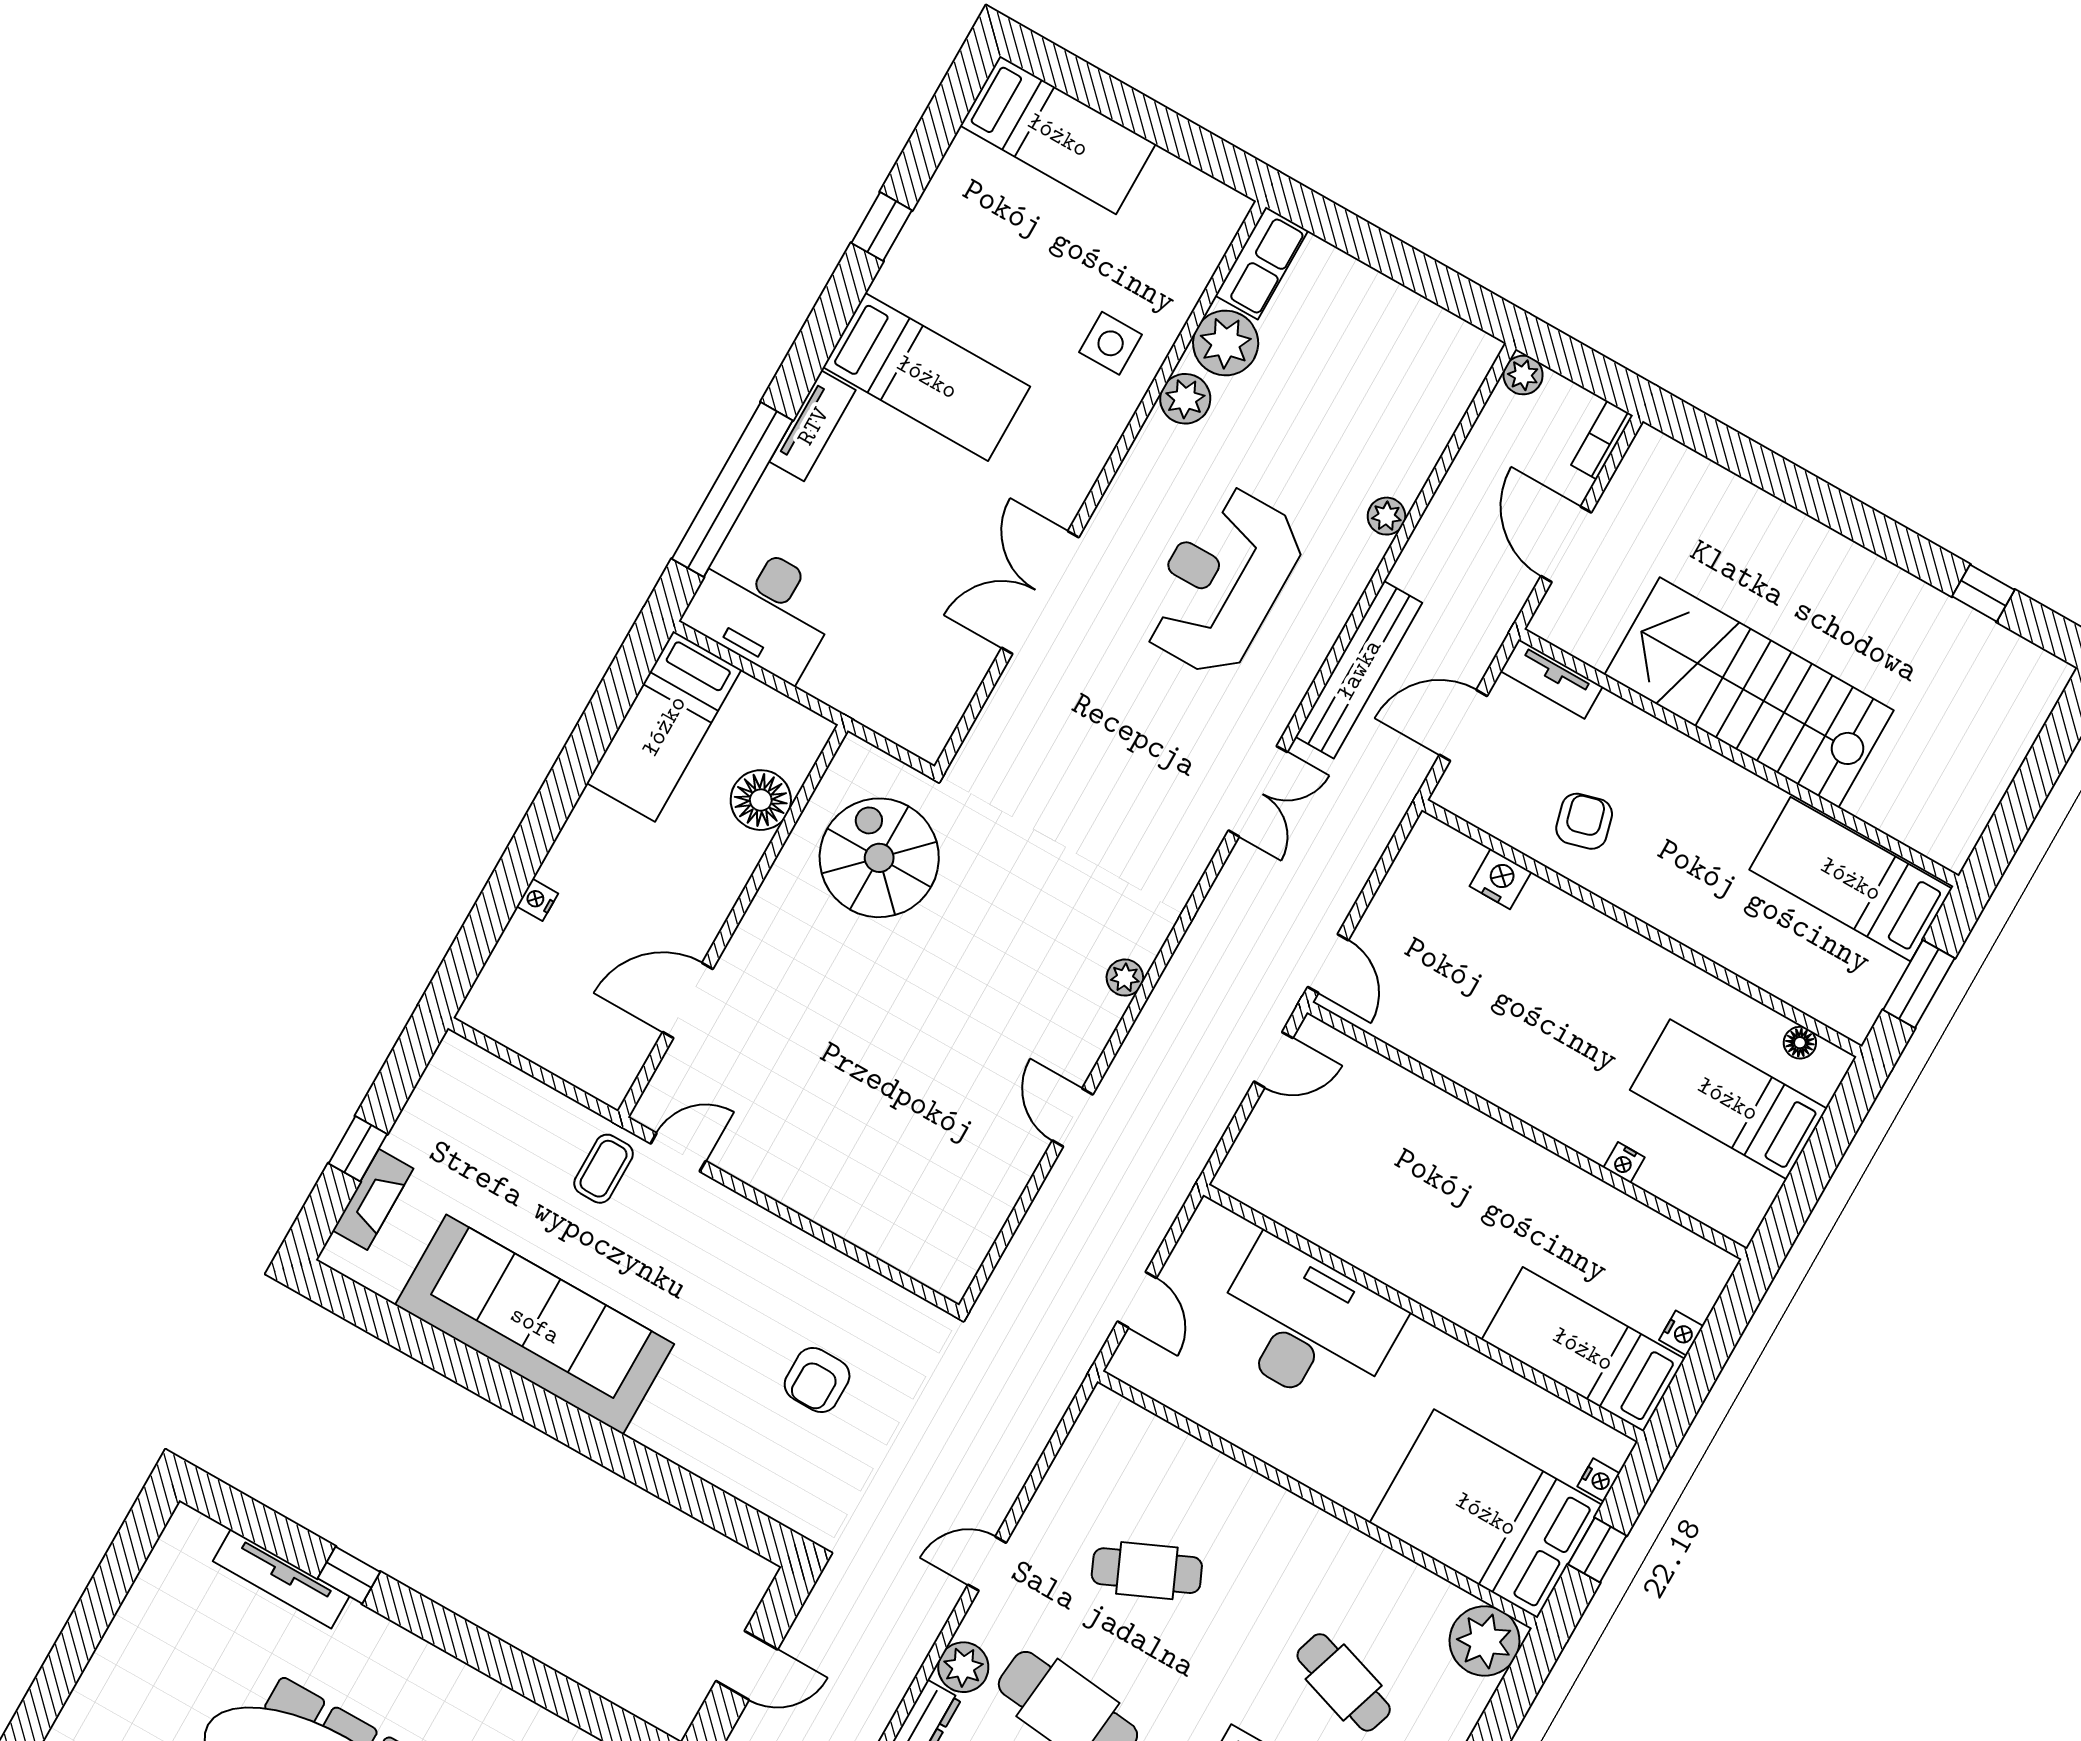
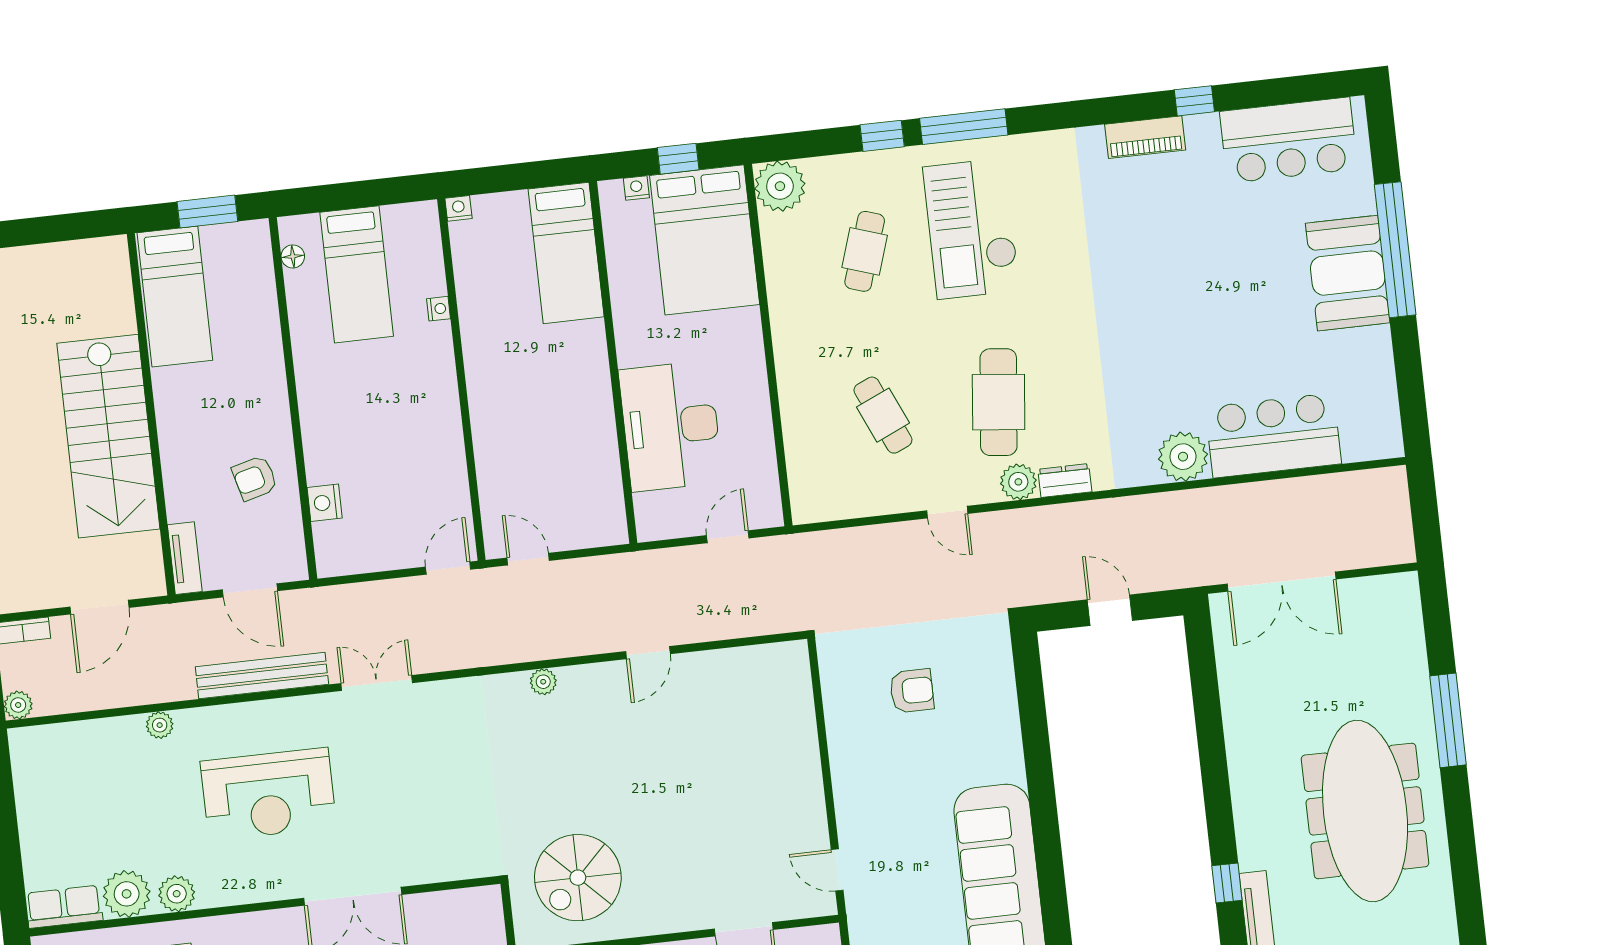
coffee table: (604, 1169) -> (879, 907), removed
nightstand: (1681, 1333) -> (459, 208), moved

